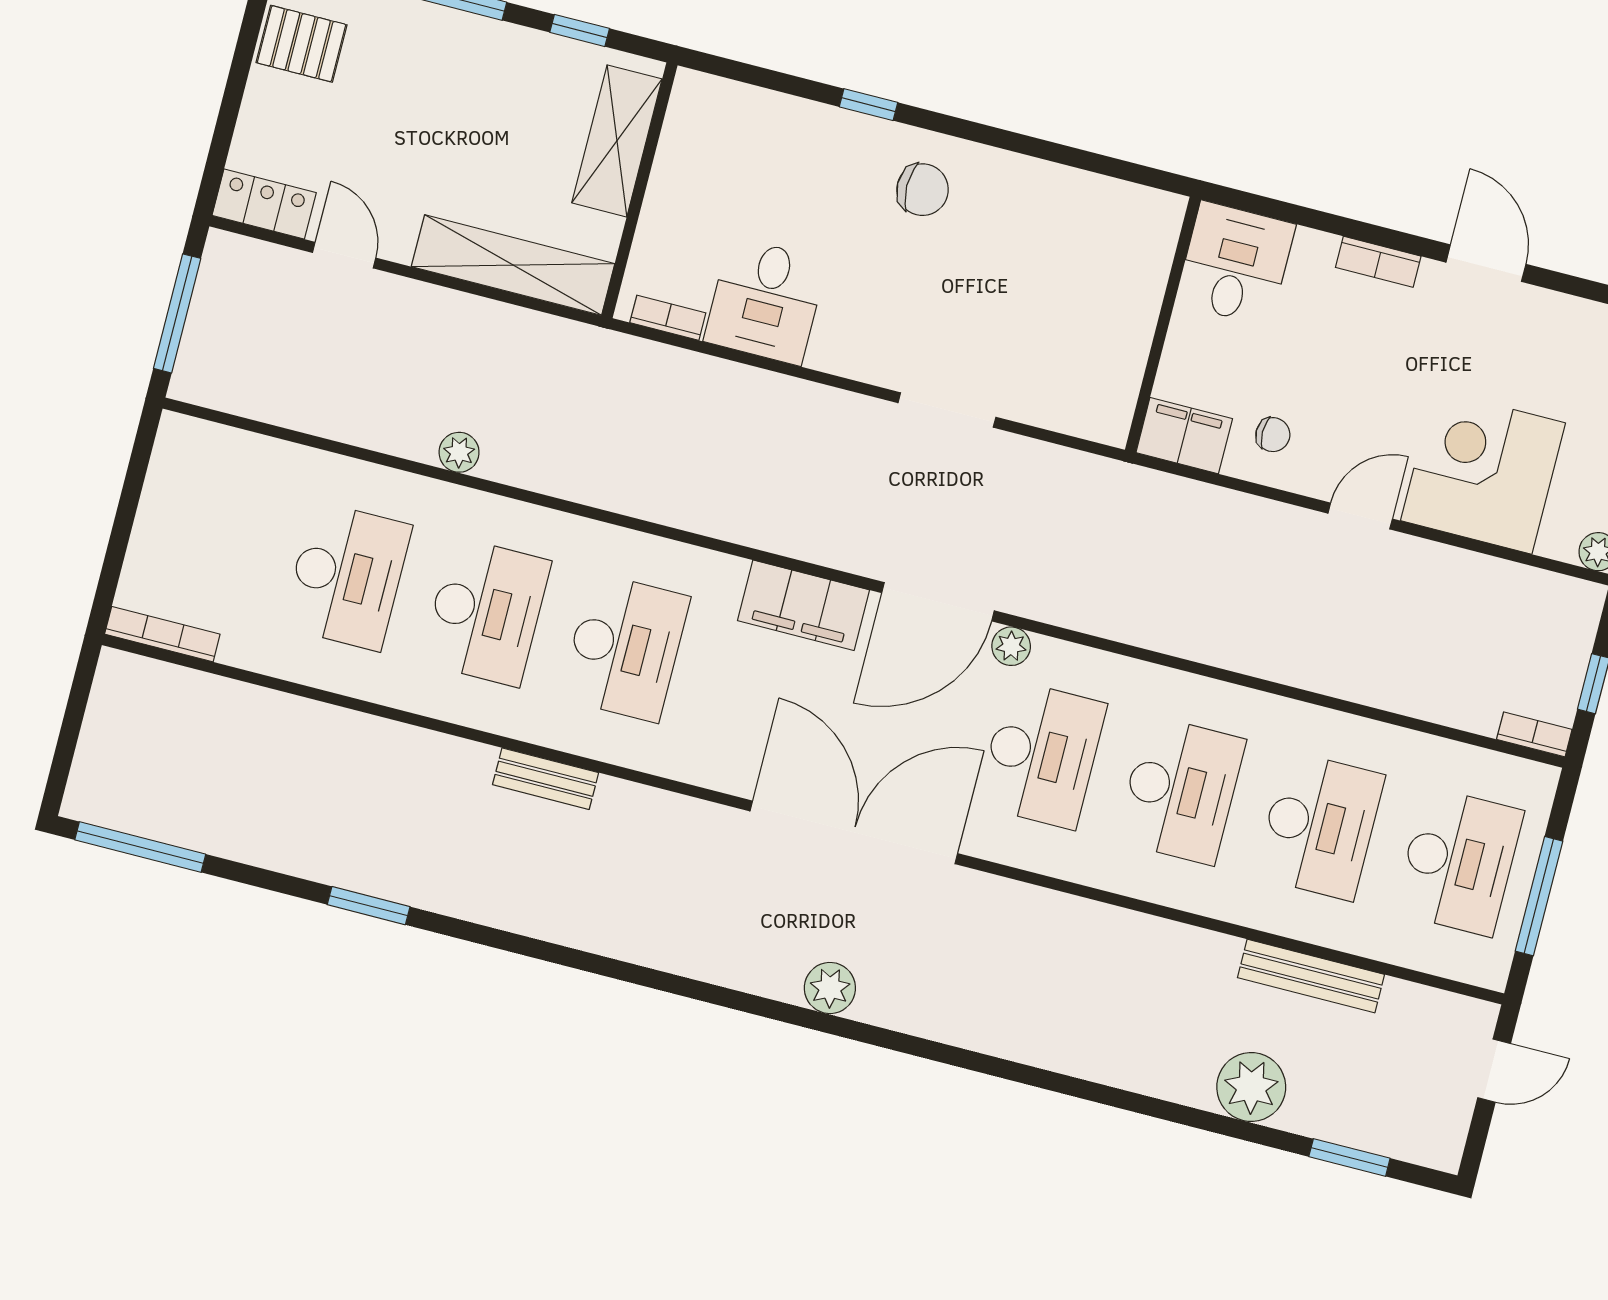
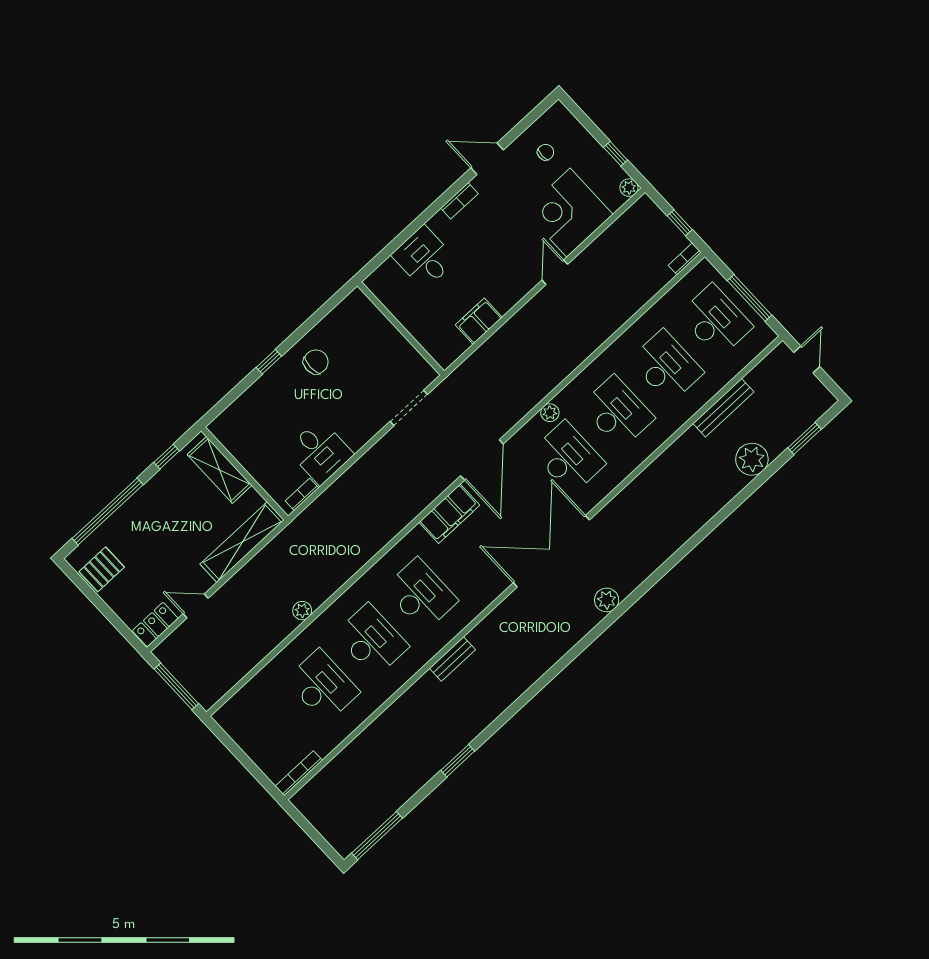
wall: (1163, 325) -> (401, 328), moved
chair: (1273, 435) -> (546, 152), moved
plant: (1011, 646) -> (550, 413), moved

